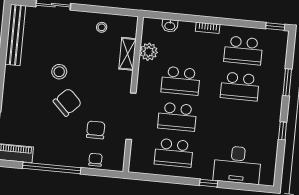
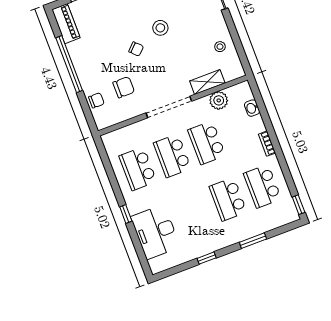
chair: (67, 102) -> (136, 49), width x0.54, depth x0.54
doorway: (131, 116) -> (169, 107), moved

